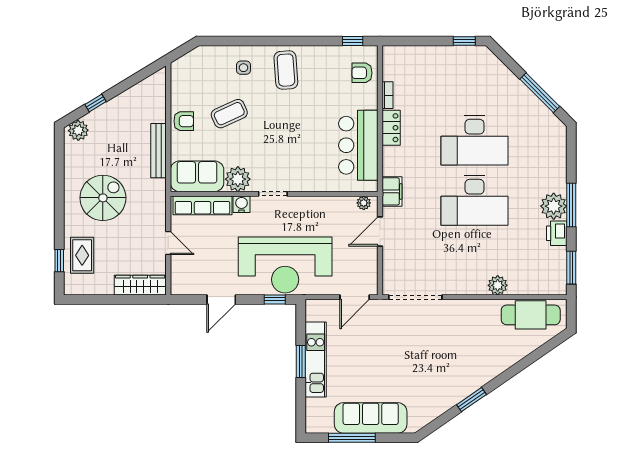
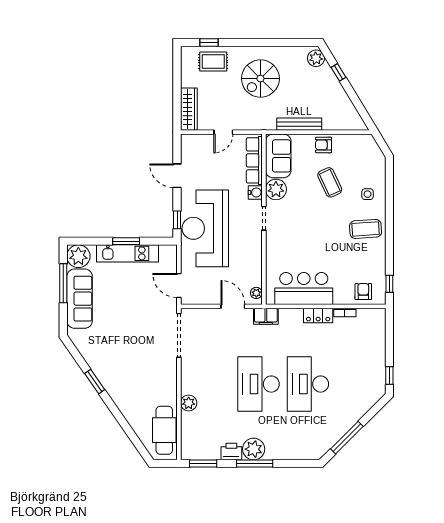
armchair: (184, 121) -> (324, 145), turned 90
spiral stairs: (103, 198) -> (260, 79), turned 90
plant: (319, 419) -> (78, 256), added

